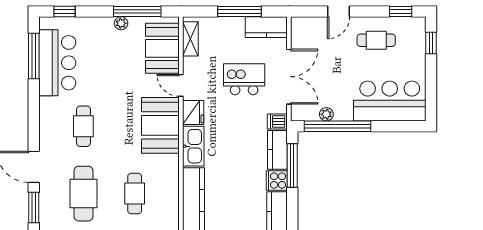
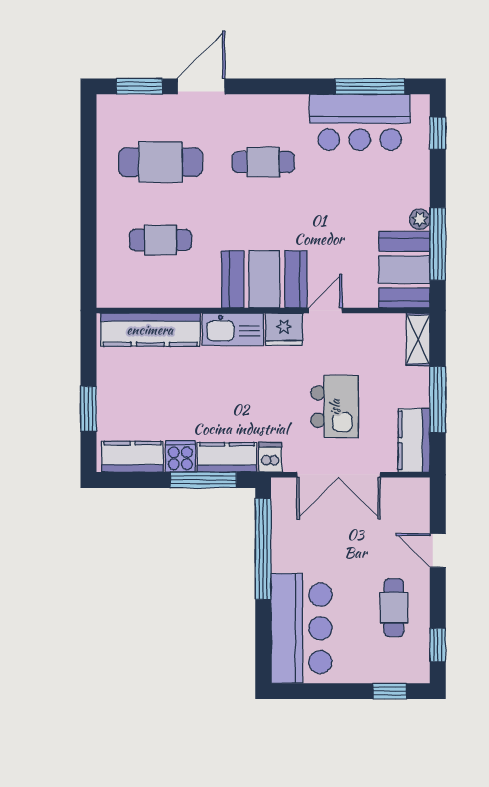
shelving: (190, 39) -> (418, 339), moved, turned 90
booth: (162, 48) -> (404, 270), moved, turned 90
plant: (326, 114) -> (281, 532), removed

